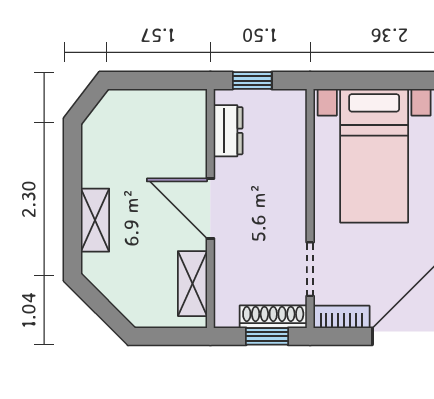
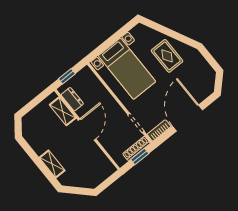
door: (210, 208) -> (87, 130), swing flipped
shelving: (192, 284) -> (63, 111), moved

